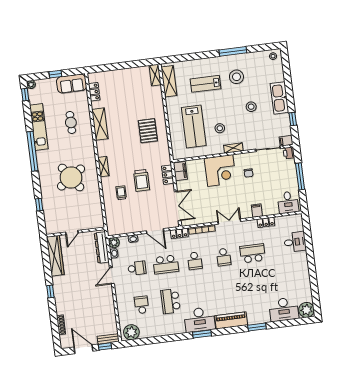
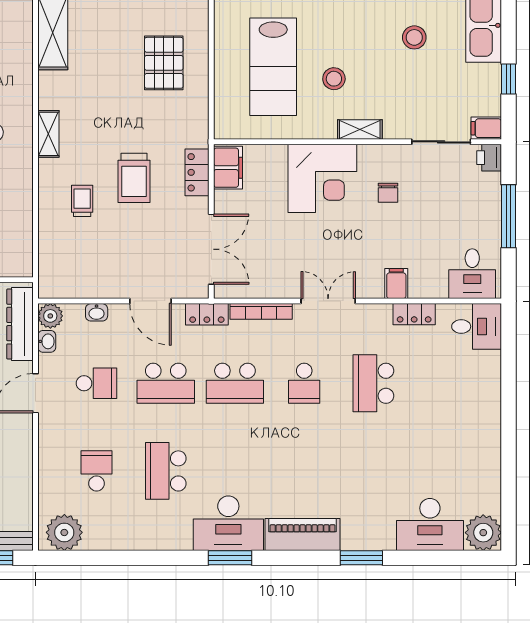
desk: (295, 242) -> (477, 326), moved
school desk: (253, 253) -> (373, 383), turned -90
school desk: (195, 261) -> (235, 383), width x1.85

